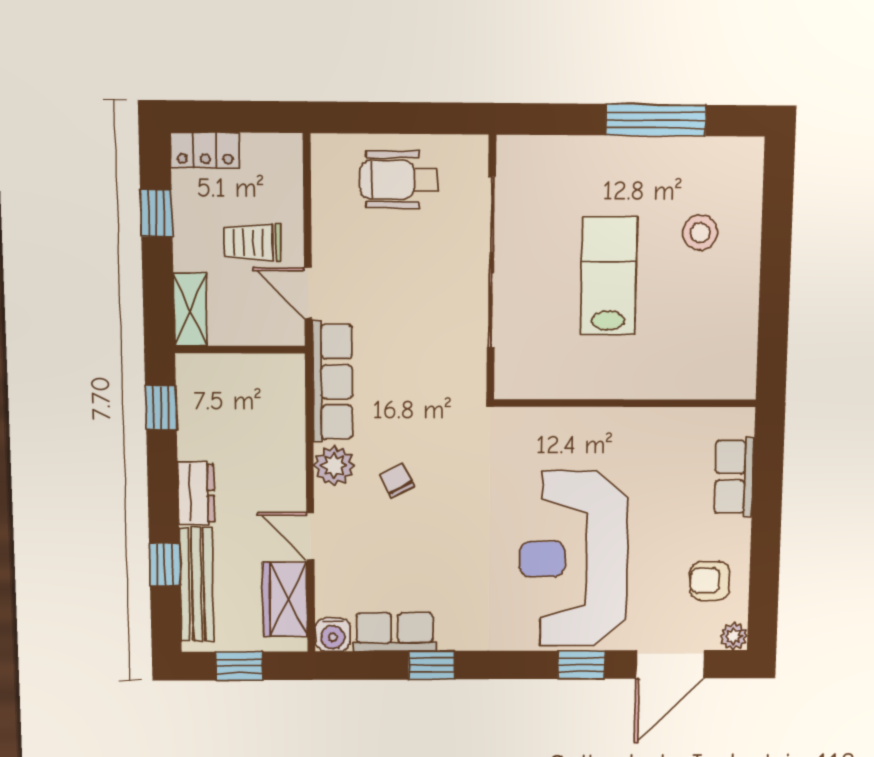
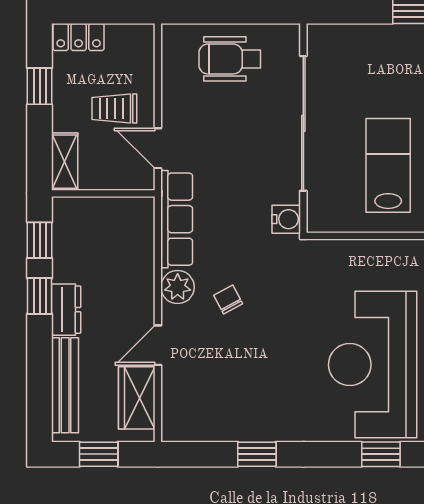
lab bench: (609, 276) -> (388, 165), moved
door: (310, 536) -> (158, 345), hinge flipped
window: (165, 565) -> (40, 296), moved
row of seats: (395, 632) -> (226, 426), removed
water cooler: (333, 635) -> (286, 219), moved, turned -90

